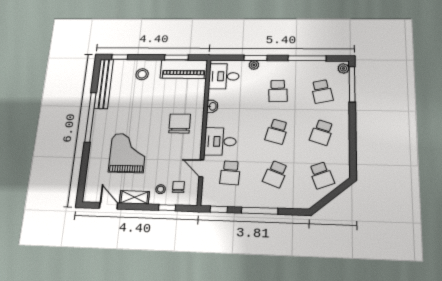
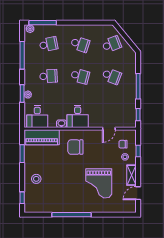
piano: (184, 69) -> (42, 137), moved, turned 90
bench: (104, 84) -> (44, 208), removed
desk: (220, 141) -> (78, 116), moved
grand piano: (128, 153) -> (99, 183), turned -90
school desk: (230, 173) -> (112, 108), removed

